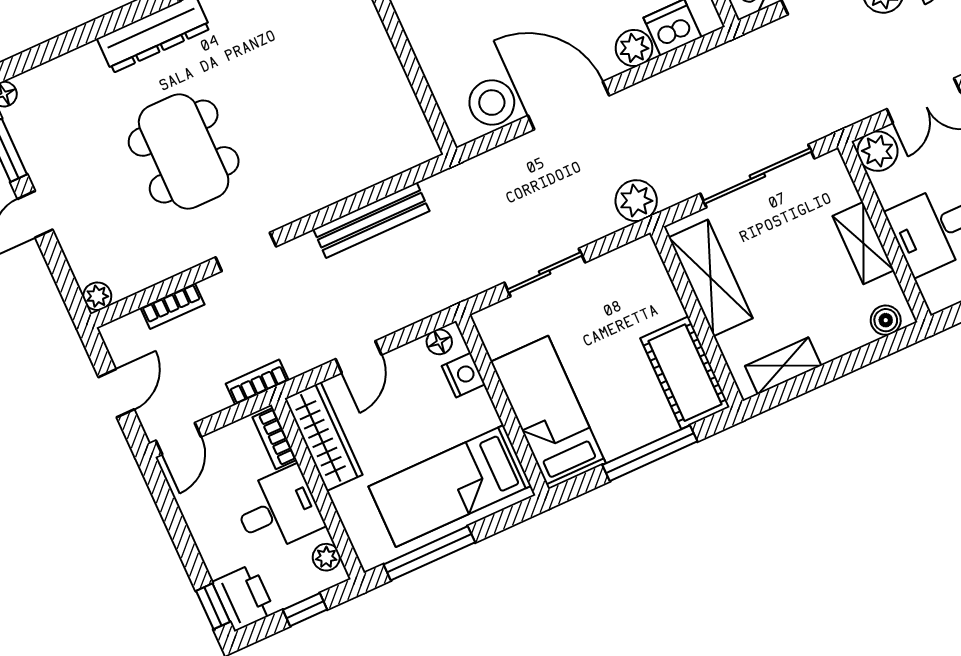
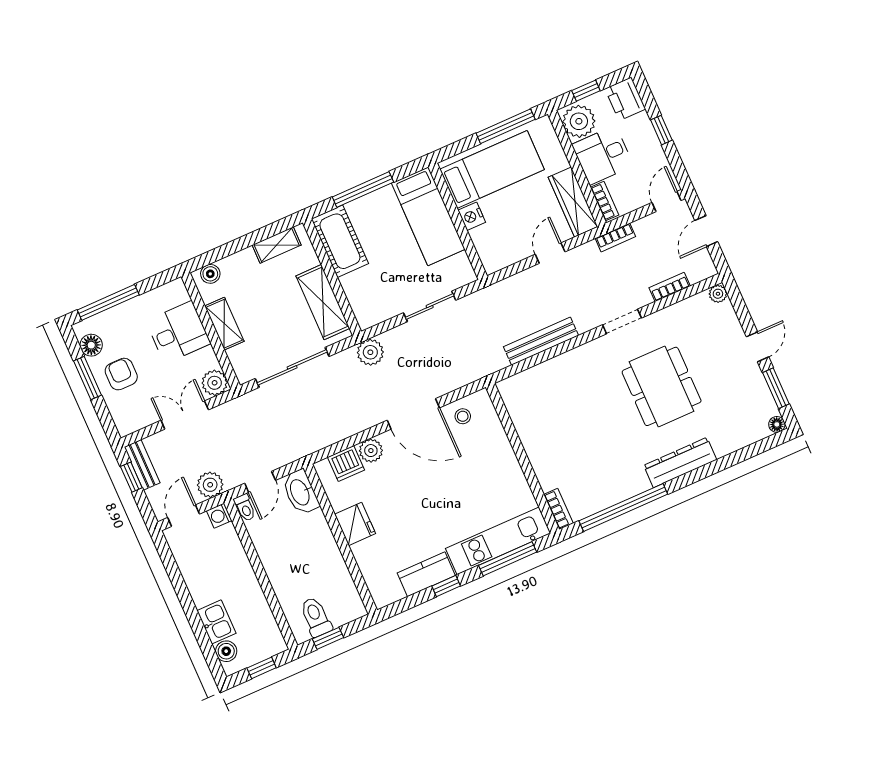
stool: (492, 103) -> (463, 416), width x0.53, depth x0.53
floor lamp: (439, 342) -> (498, 262), removed
nightstand: (463, 375) -> (472, 216), moved
plant: (326, 557) -> (579, 121), width x1.88, depth x1.88
window: (213, 606) -> (661, 130), moved

